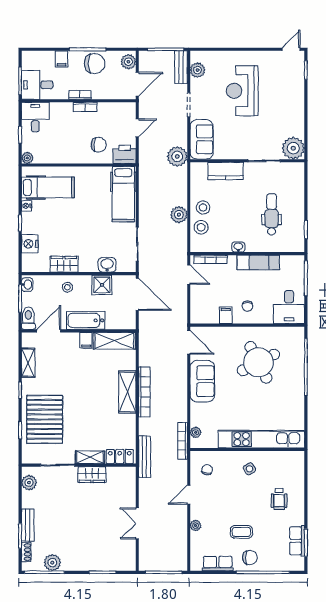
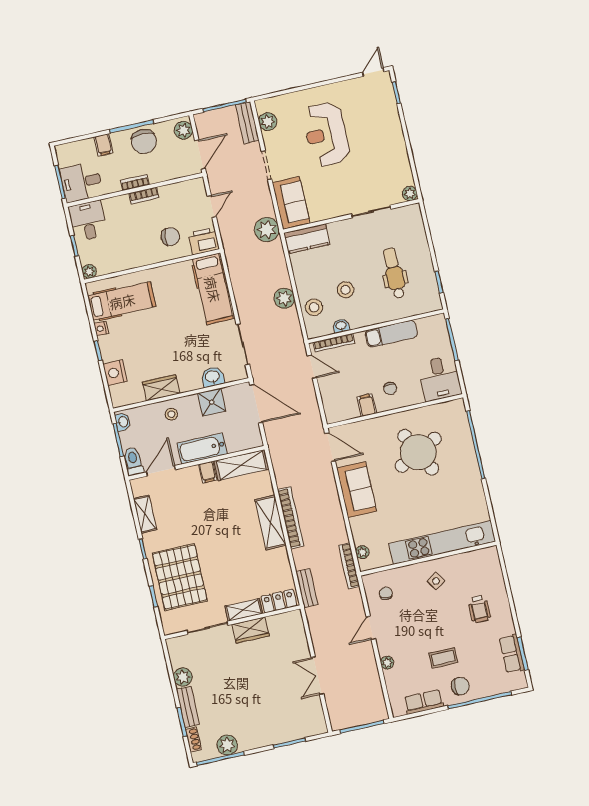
chair: (95, 64) -> (144, 141), turned 90
plant: (293, 148) -> (410, 194), width x0.53, depth x0.53
kitchen counter: (226, 171) -> (307, 239), moved
stool: (203, 207) -> (346, 290), moved
washbasin: (238, 247) -> (341, 326), moved
bench: (145, 457) -> (307, 588), width x0.73
plant: (29, 483) -> (183, 677), moved

